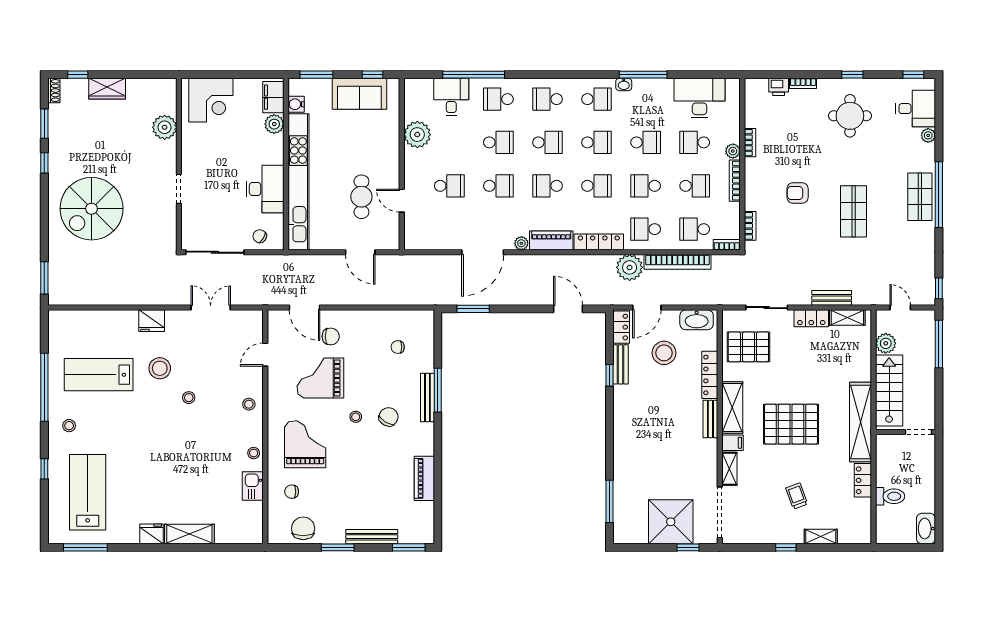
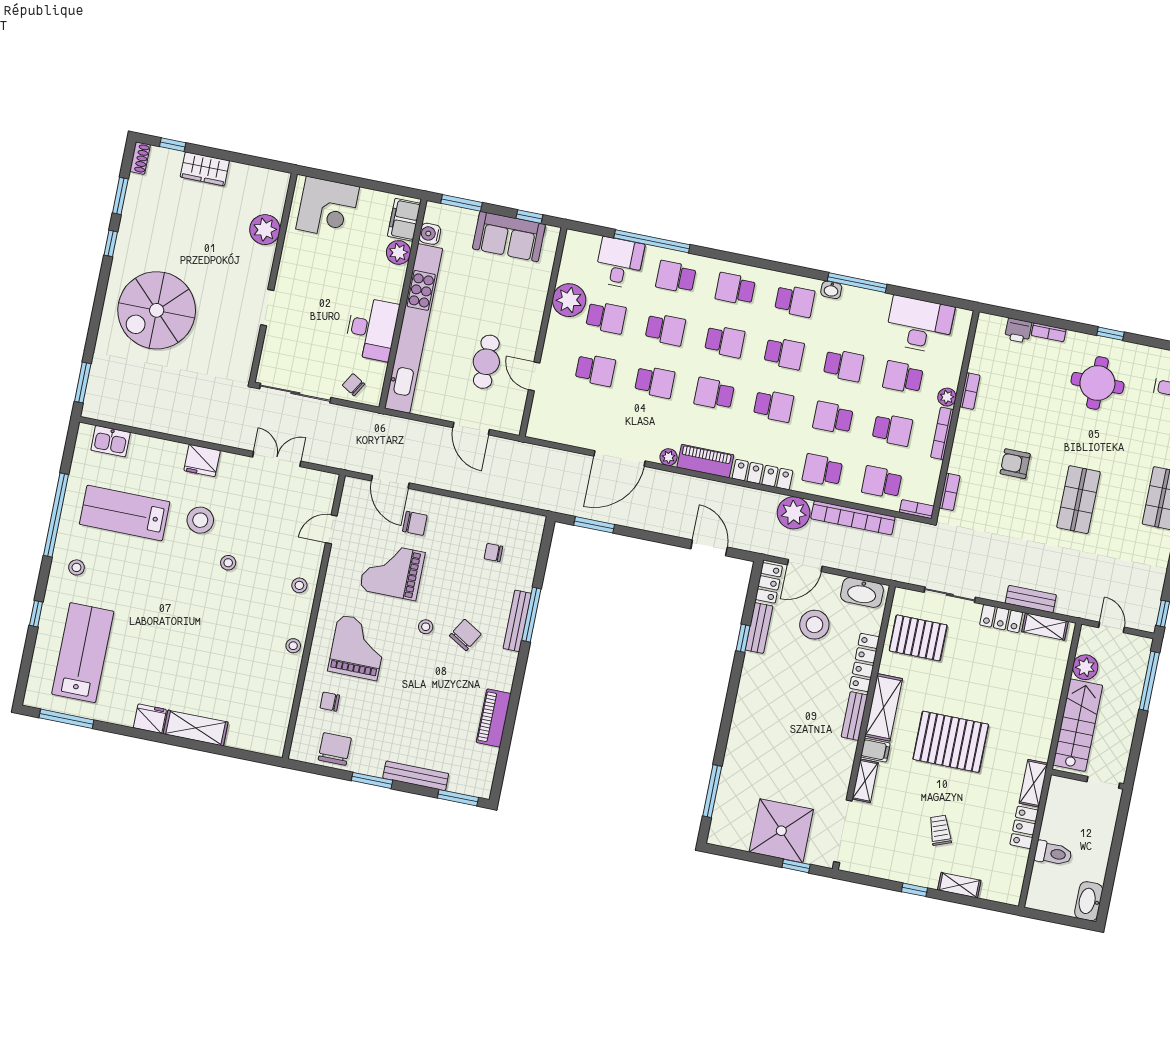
school desk: (449, 142) -> (606, 317), added
shelving: (861, 422) -> (1034, 783), width x0.45, depth x0.75
kitchen sink: (253, 486) -> (111, 441), moved, turned -90

